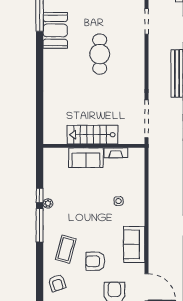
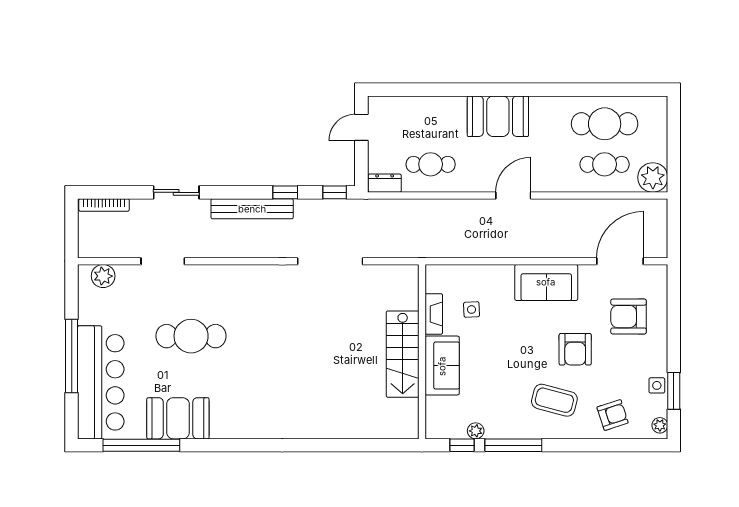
cafe table: (100, 54) -> (191, 336), moved
stairs: (93, 135) -> (403, 354), moved
wall: (94, 146) -> (422, 352), moved
fireplace: (116, 153) -> (434, 314), moved
sofa: (86, 158) -> (442, 366), moved

